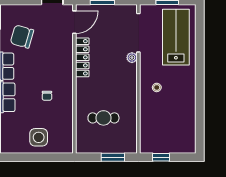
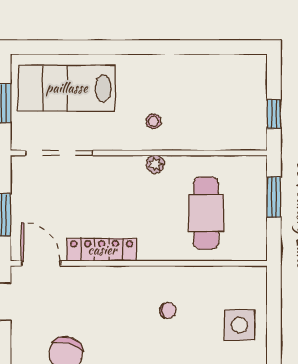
plant: (132, 58) -> (155, 164), moved
cafe table: (103, 118) -> (206, 213), width x1.37, depth x1.35

